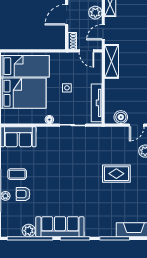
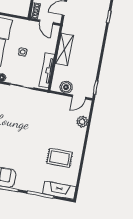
shelving: (111, 61) -> (64, 49), moved
rug: (116, 174) -> (60, 158), moved

